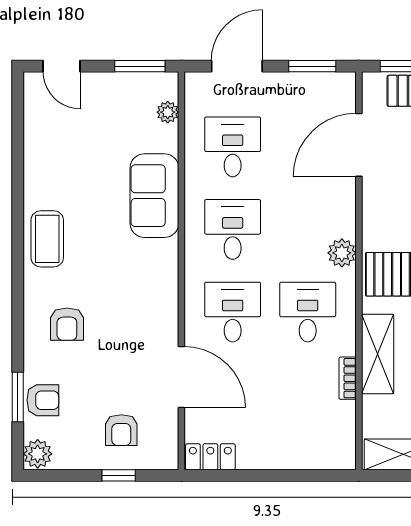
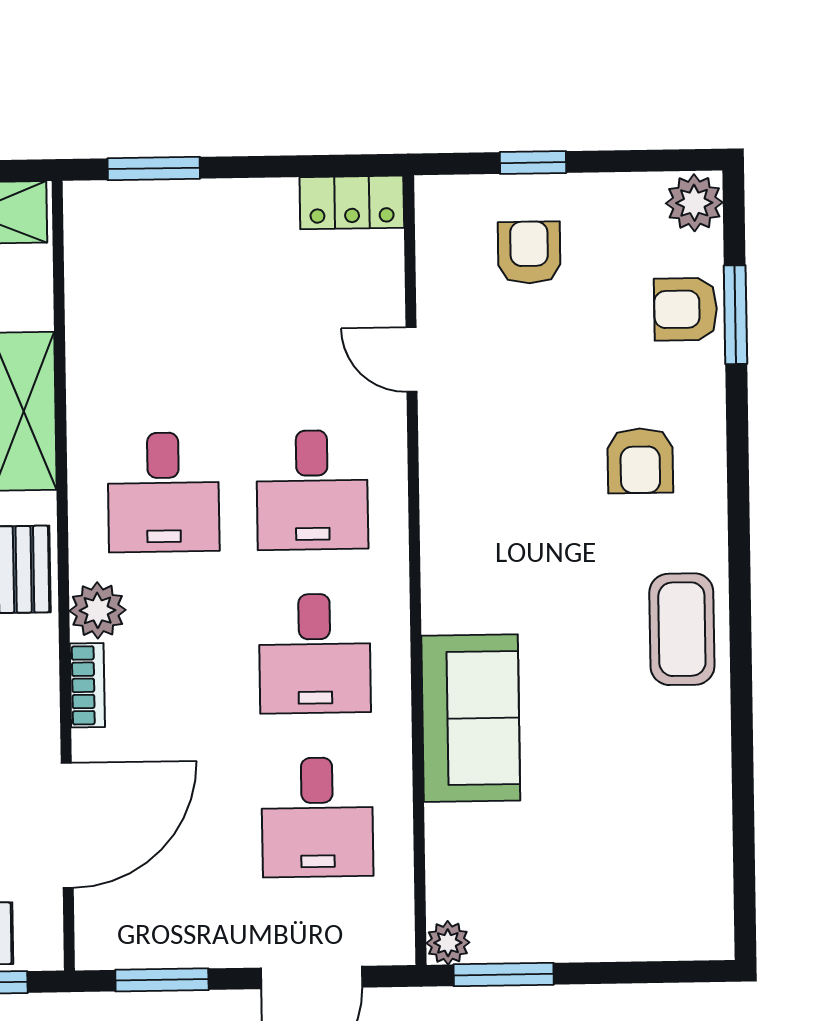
door: (62, 66) -> (659, 972), removed
plant: (168, 112) -> (448, 943), moved
armchair: (67, 324) -> (640, 461), turned 180
door: (181, 377) -> (412, 360), width x0.53
bookcase: (348, 378) -> (87, 685), moved
window: (310, 475) -> (154, 168), added

